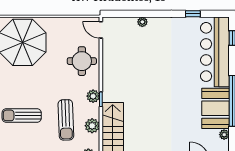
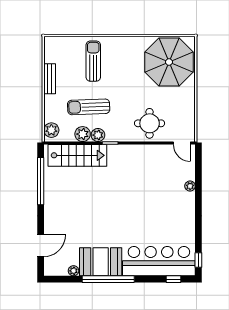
window: (193, 14) -> (198, 260), moved
door: (101, 30) -> (182, 143), swing flipped
plant: (93, 96) -> (98, 135), moved

